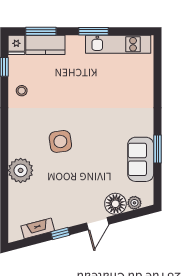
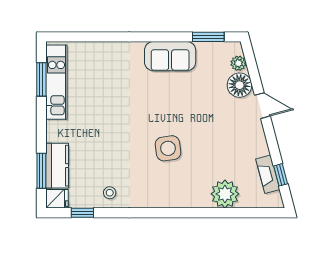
window: (94, 31) -> (41, 79), moved
window: (157, 149) -> (208, 37), moved
sofa: (141, 159) -> (170, 56), moved
plant: (21, 170) -> (225, 194), moved
window: (60, 233) -> (281, 175), moved

